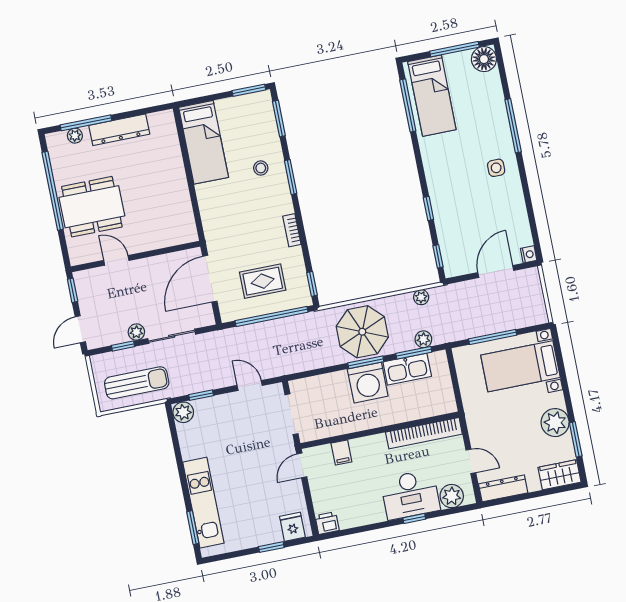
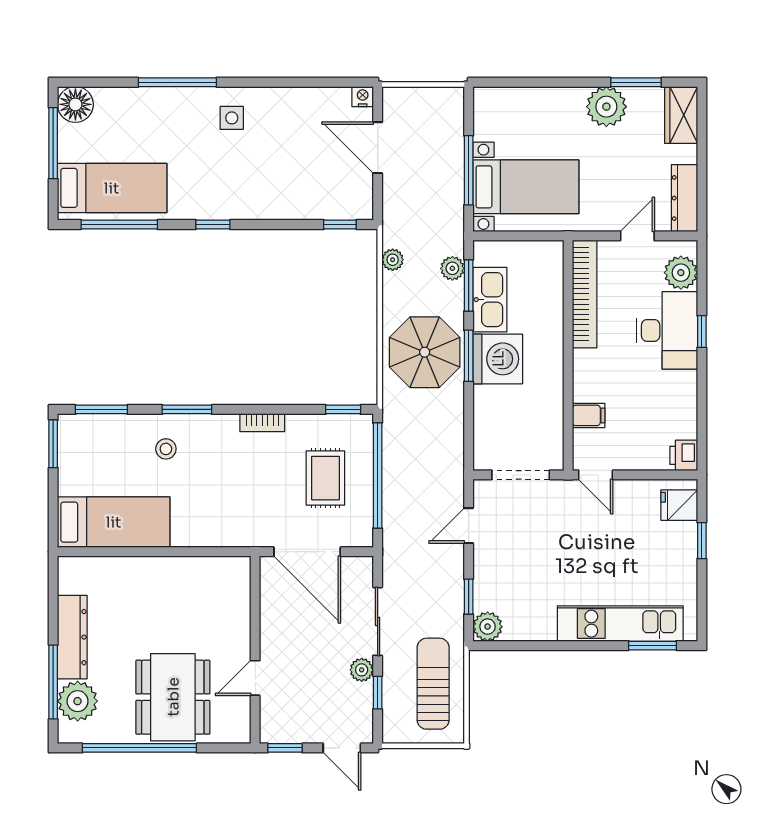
plant: (75, 136) -> (78, 701), width x1.87, depth x1.87
window: (428, 208) -> (213, 224), moved
bed with nightstands: (520, 366) -> (526, 187), moved, turned -90

